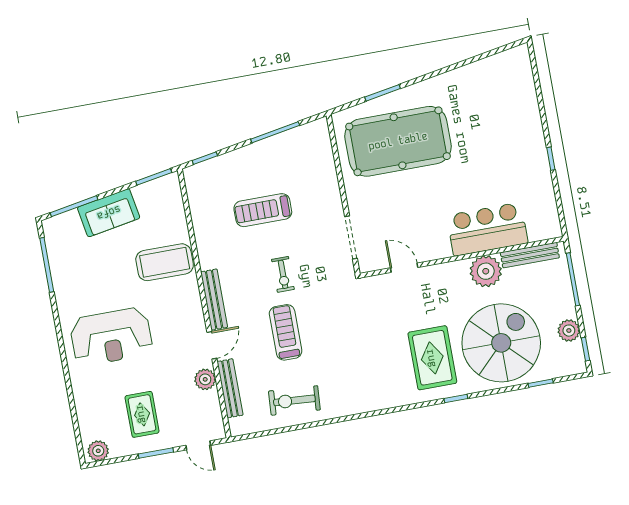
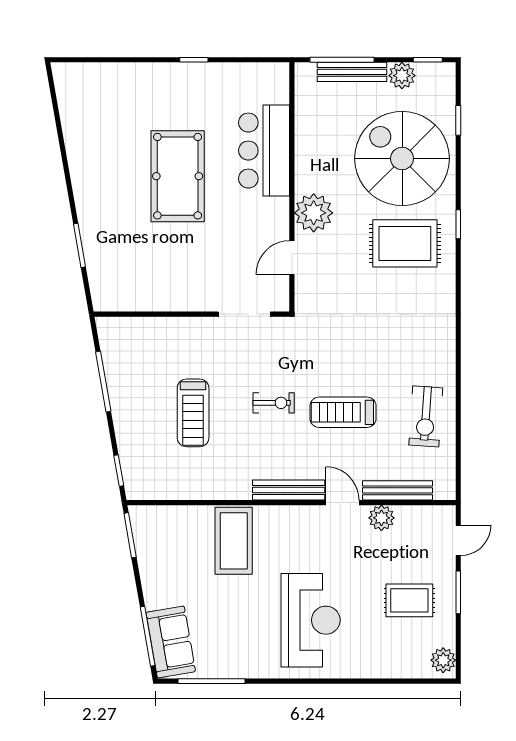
pool table: (398, 141) -> (178, 176), moved, width x0.73, depth x0.76
sofa: (109, 213) -> (171, 642), moved
bench: (530, 255) -> (352, 72), moved, turned 90
plant: (486, 271) -> (314, 213), moved

